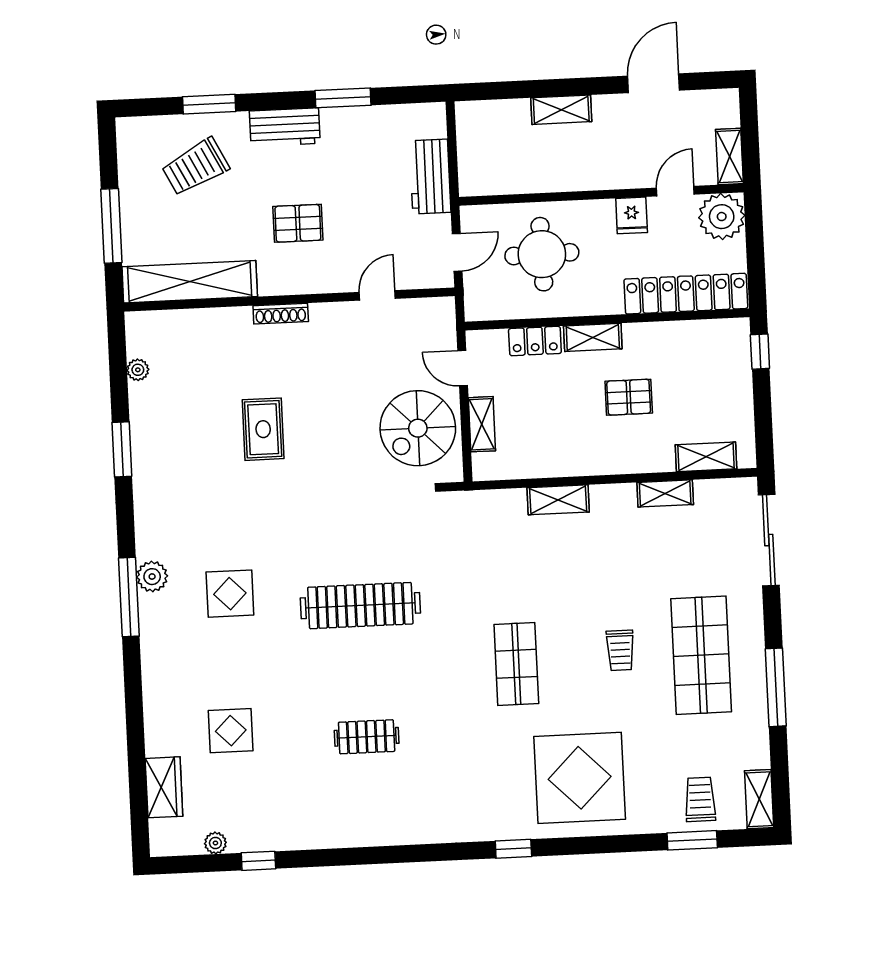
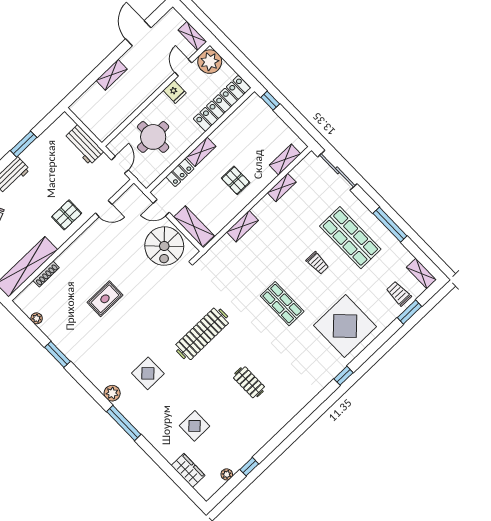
pallet: (298, 223) -> (67, 215), moved
door: (377, 295) -> (104, 209), swing flipped
shoe rack: (281, 314) -> (46, 274), moved
pallet: (629, 397) -> (236, 180), moved, turned 90
shelving: (482, 424) -> (194, 226), width x1.50, depth x1.33
rug: (263, 429) -> (105, 299), turned 90
window: (129, 597) -> (124, 423), moved
clothes rail: (367, 737) -> (249, 382), turned 90

